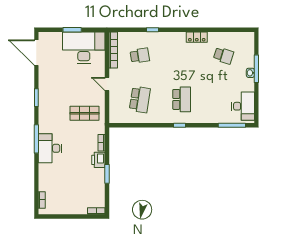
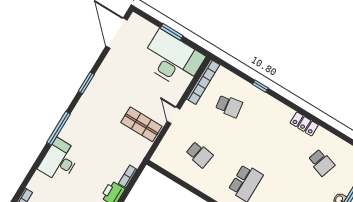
school desk: (140, 99) -> (199, 154), width x0.54
shop shelf: (84, 113) -> (141, 124), moved
desk: (50, 148) -> (59, 161), moved

